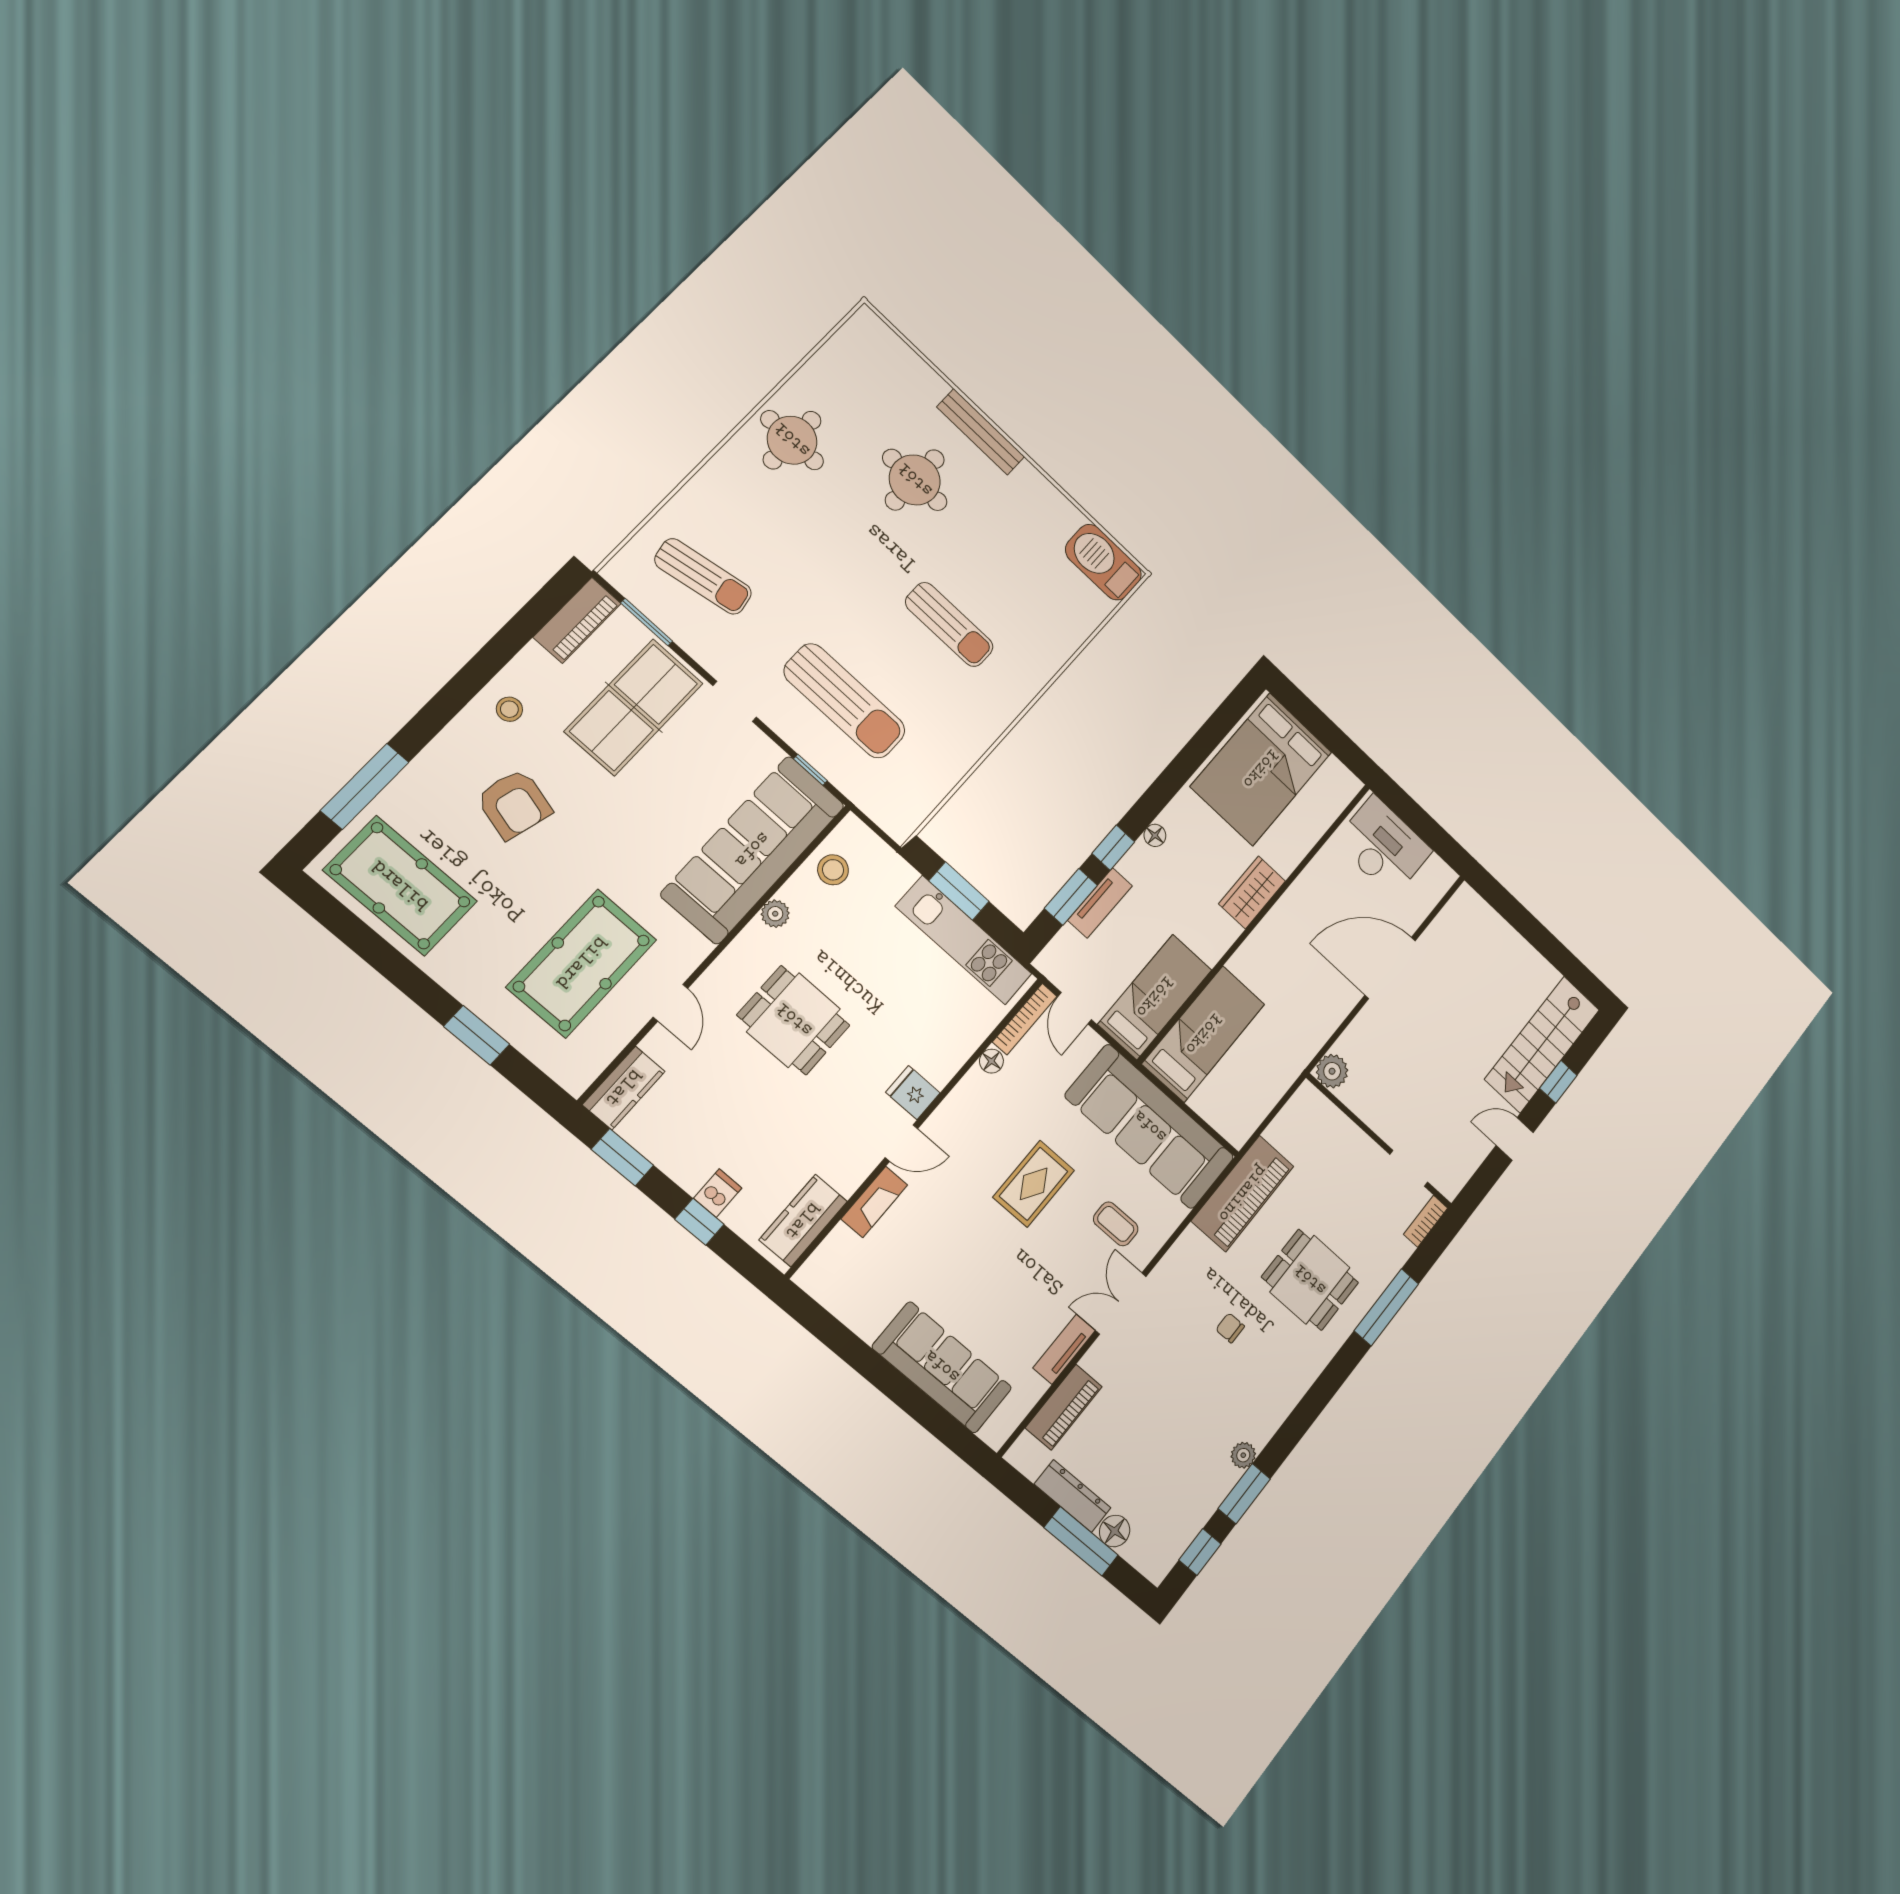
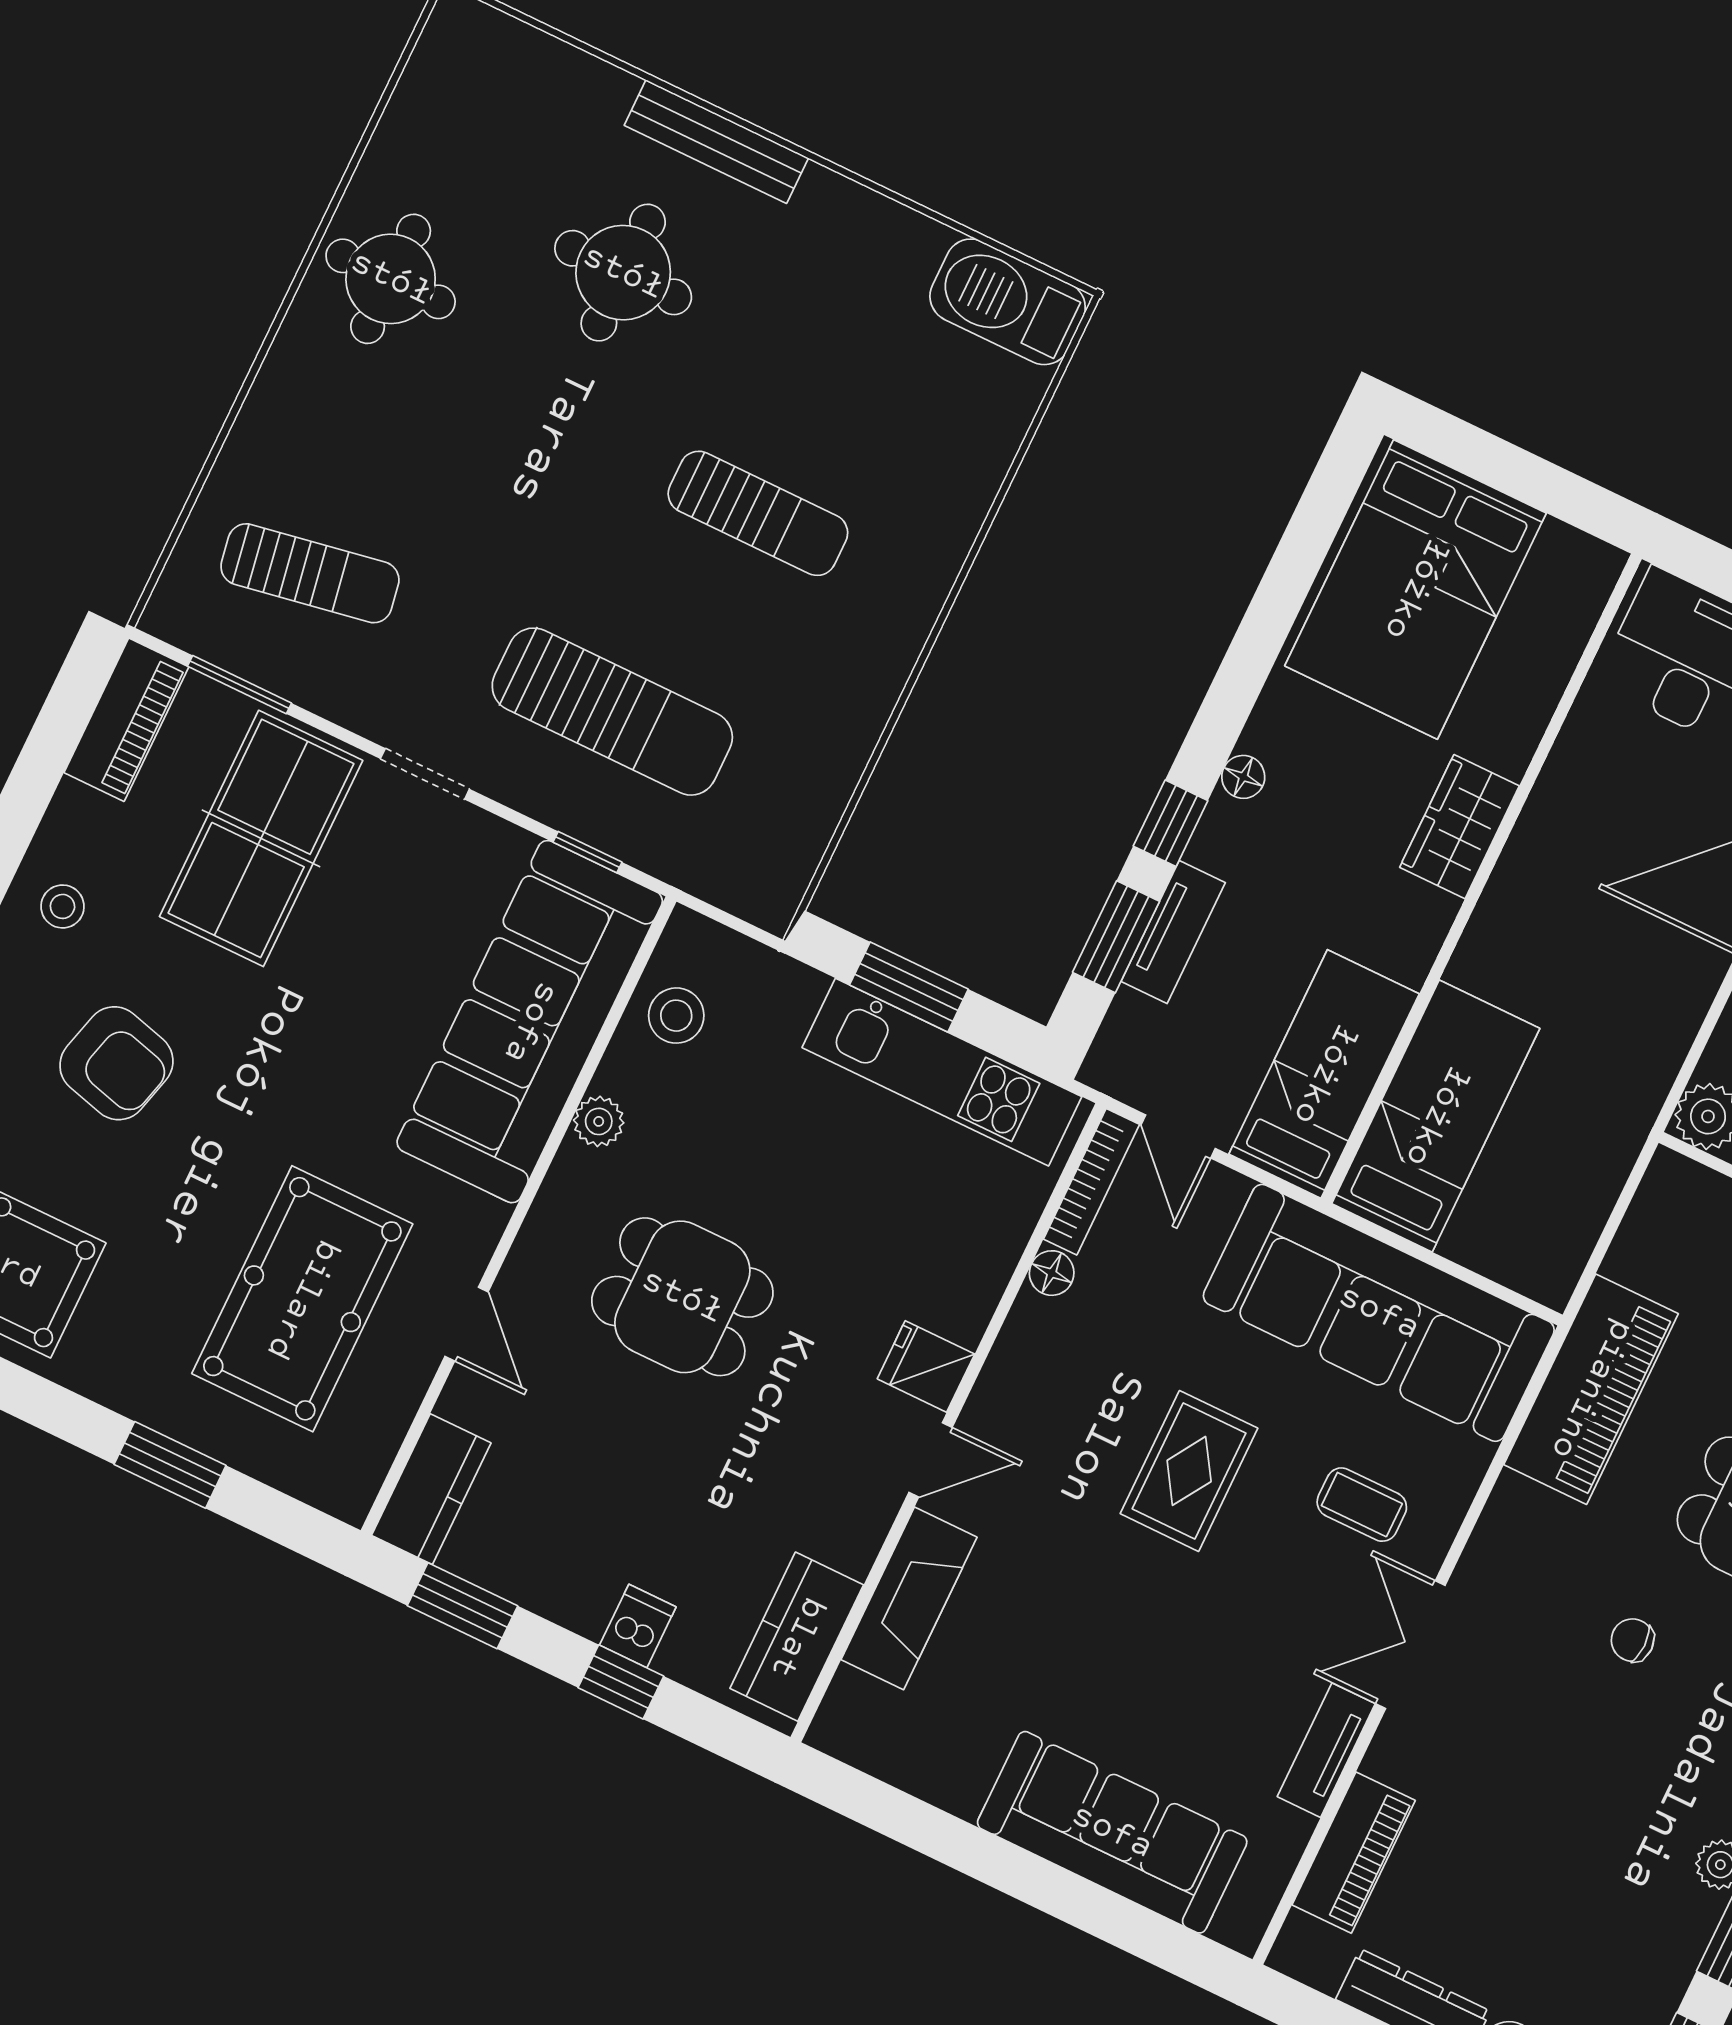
fireplace: (874, 1202) -> (909, 1598), width x1.37, depth x1.32

